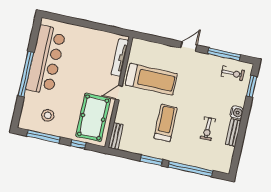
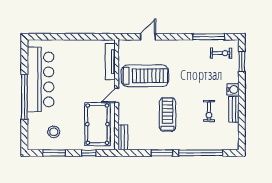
door: (189, 46) -> (148, 37), moved
window: (43, 137) -> (54, 153), width x0.69

